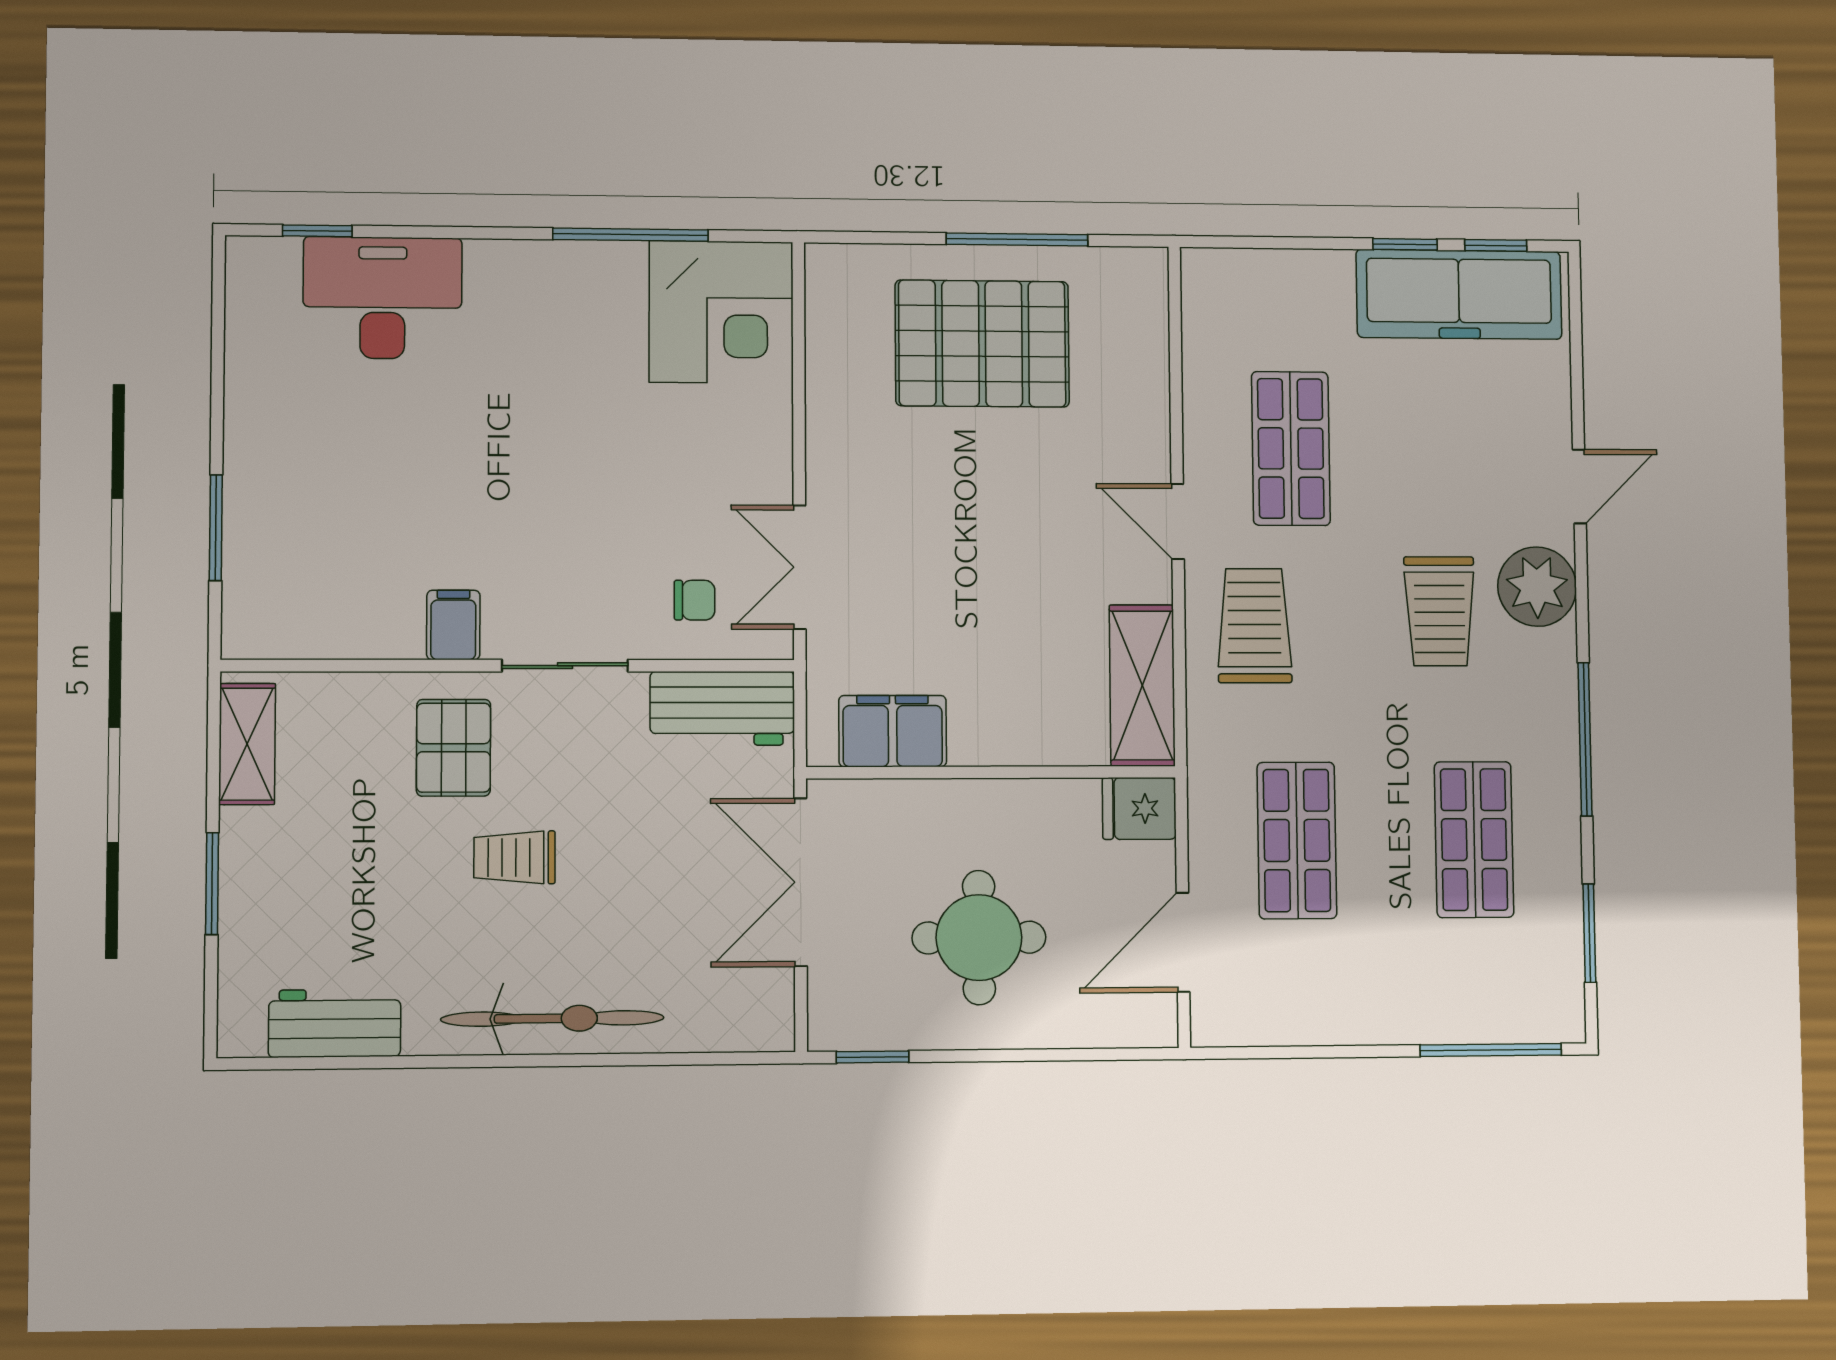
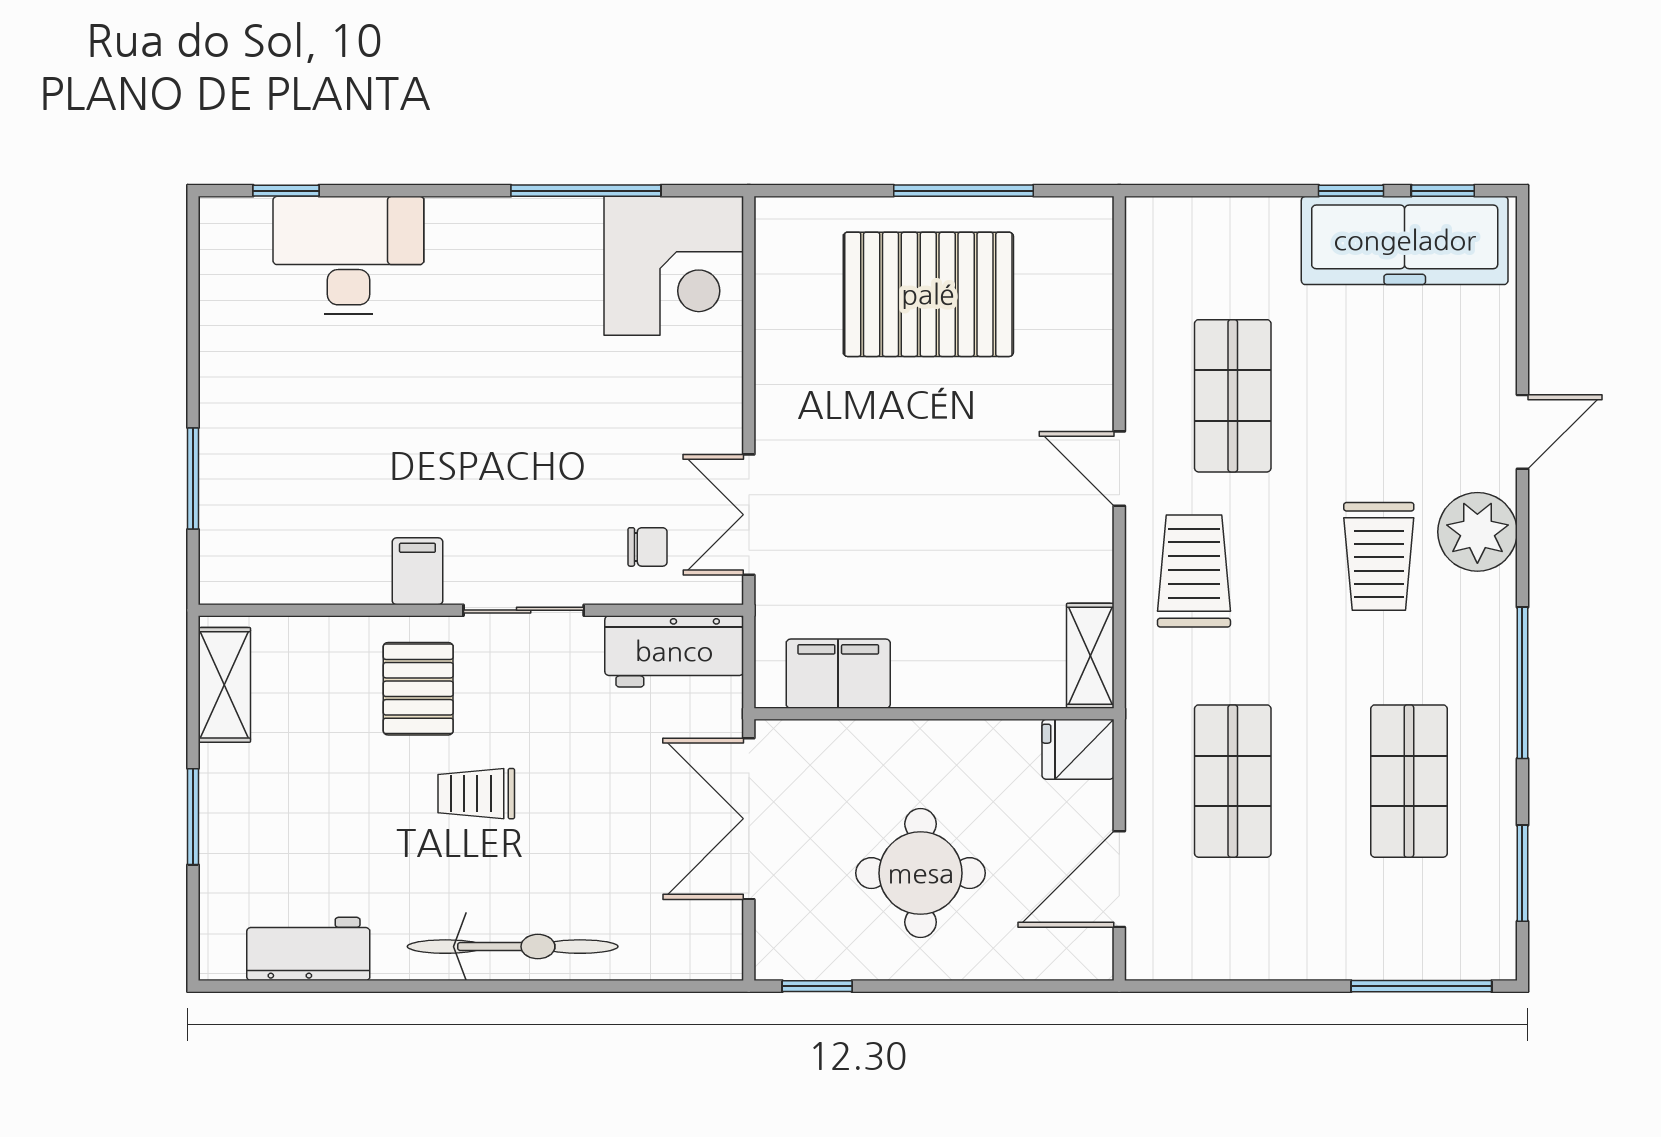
shelving: (1142, 685) -> (1090, 656), width x0.67, depth x0.75

